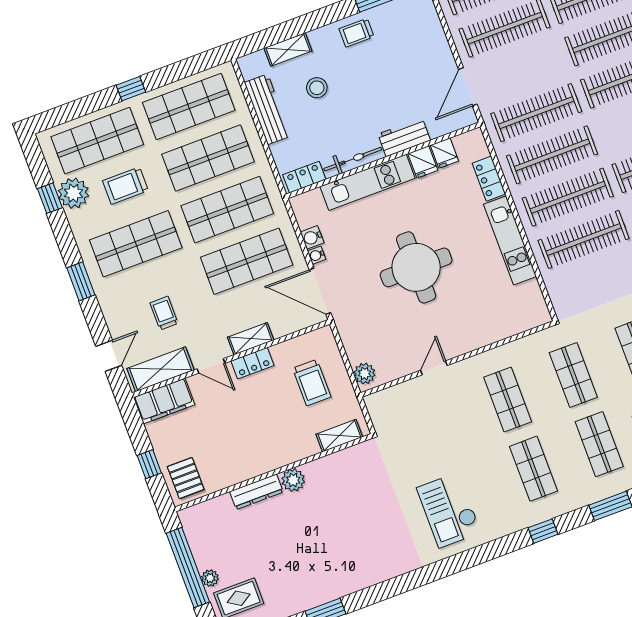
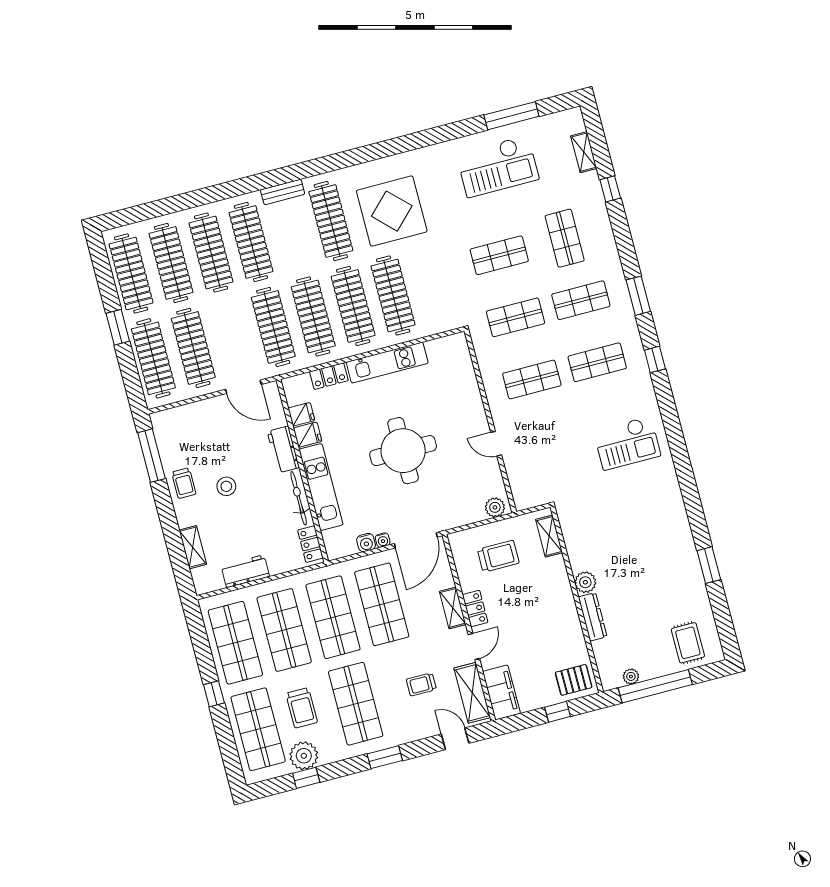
stool: (317, 88) -> (226, 486), moved
workbench: (268, 109) -> (245, 571), width x0.73
plant: (210, 578) -> (631, 676), moved

